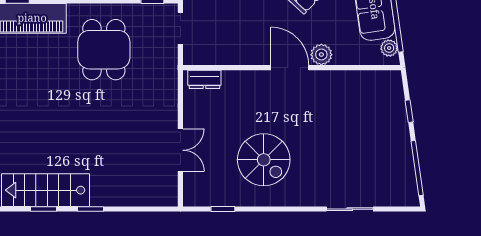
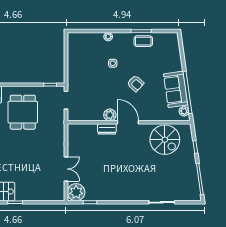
plant: (321, 55) -> (110, 115), moved
dresser: (204, 79) -> (107, 129), moved
spiral stairs: (264, 160) -> (165, 140), moved
plant: (198, 191) -> (76, 192), added

